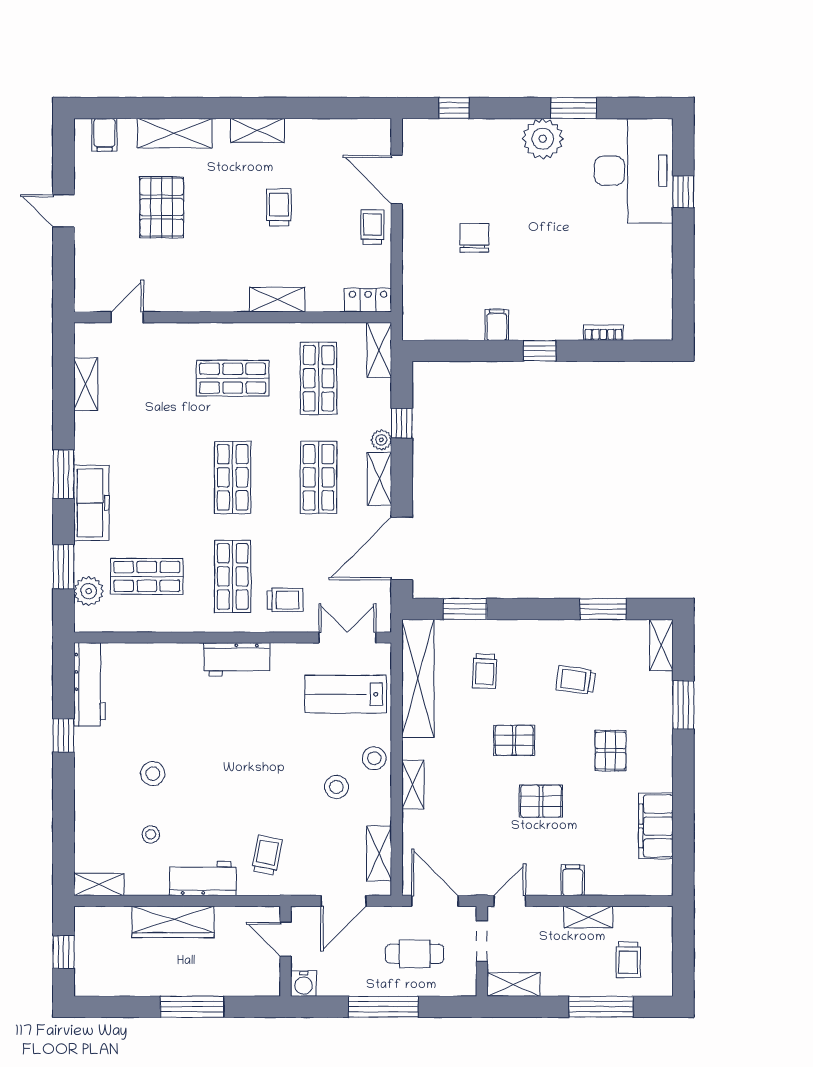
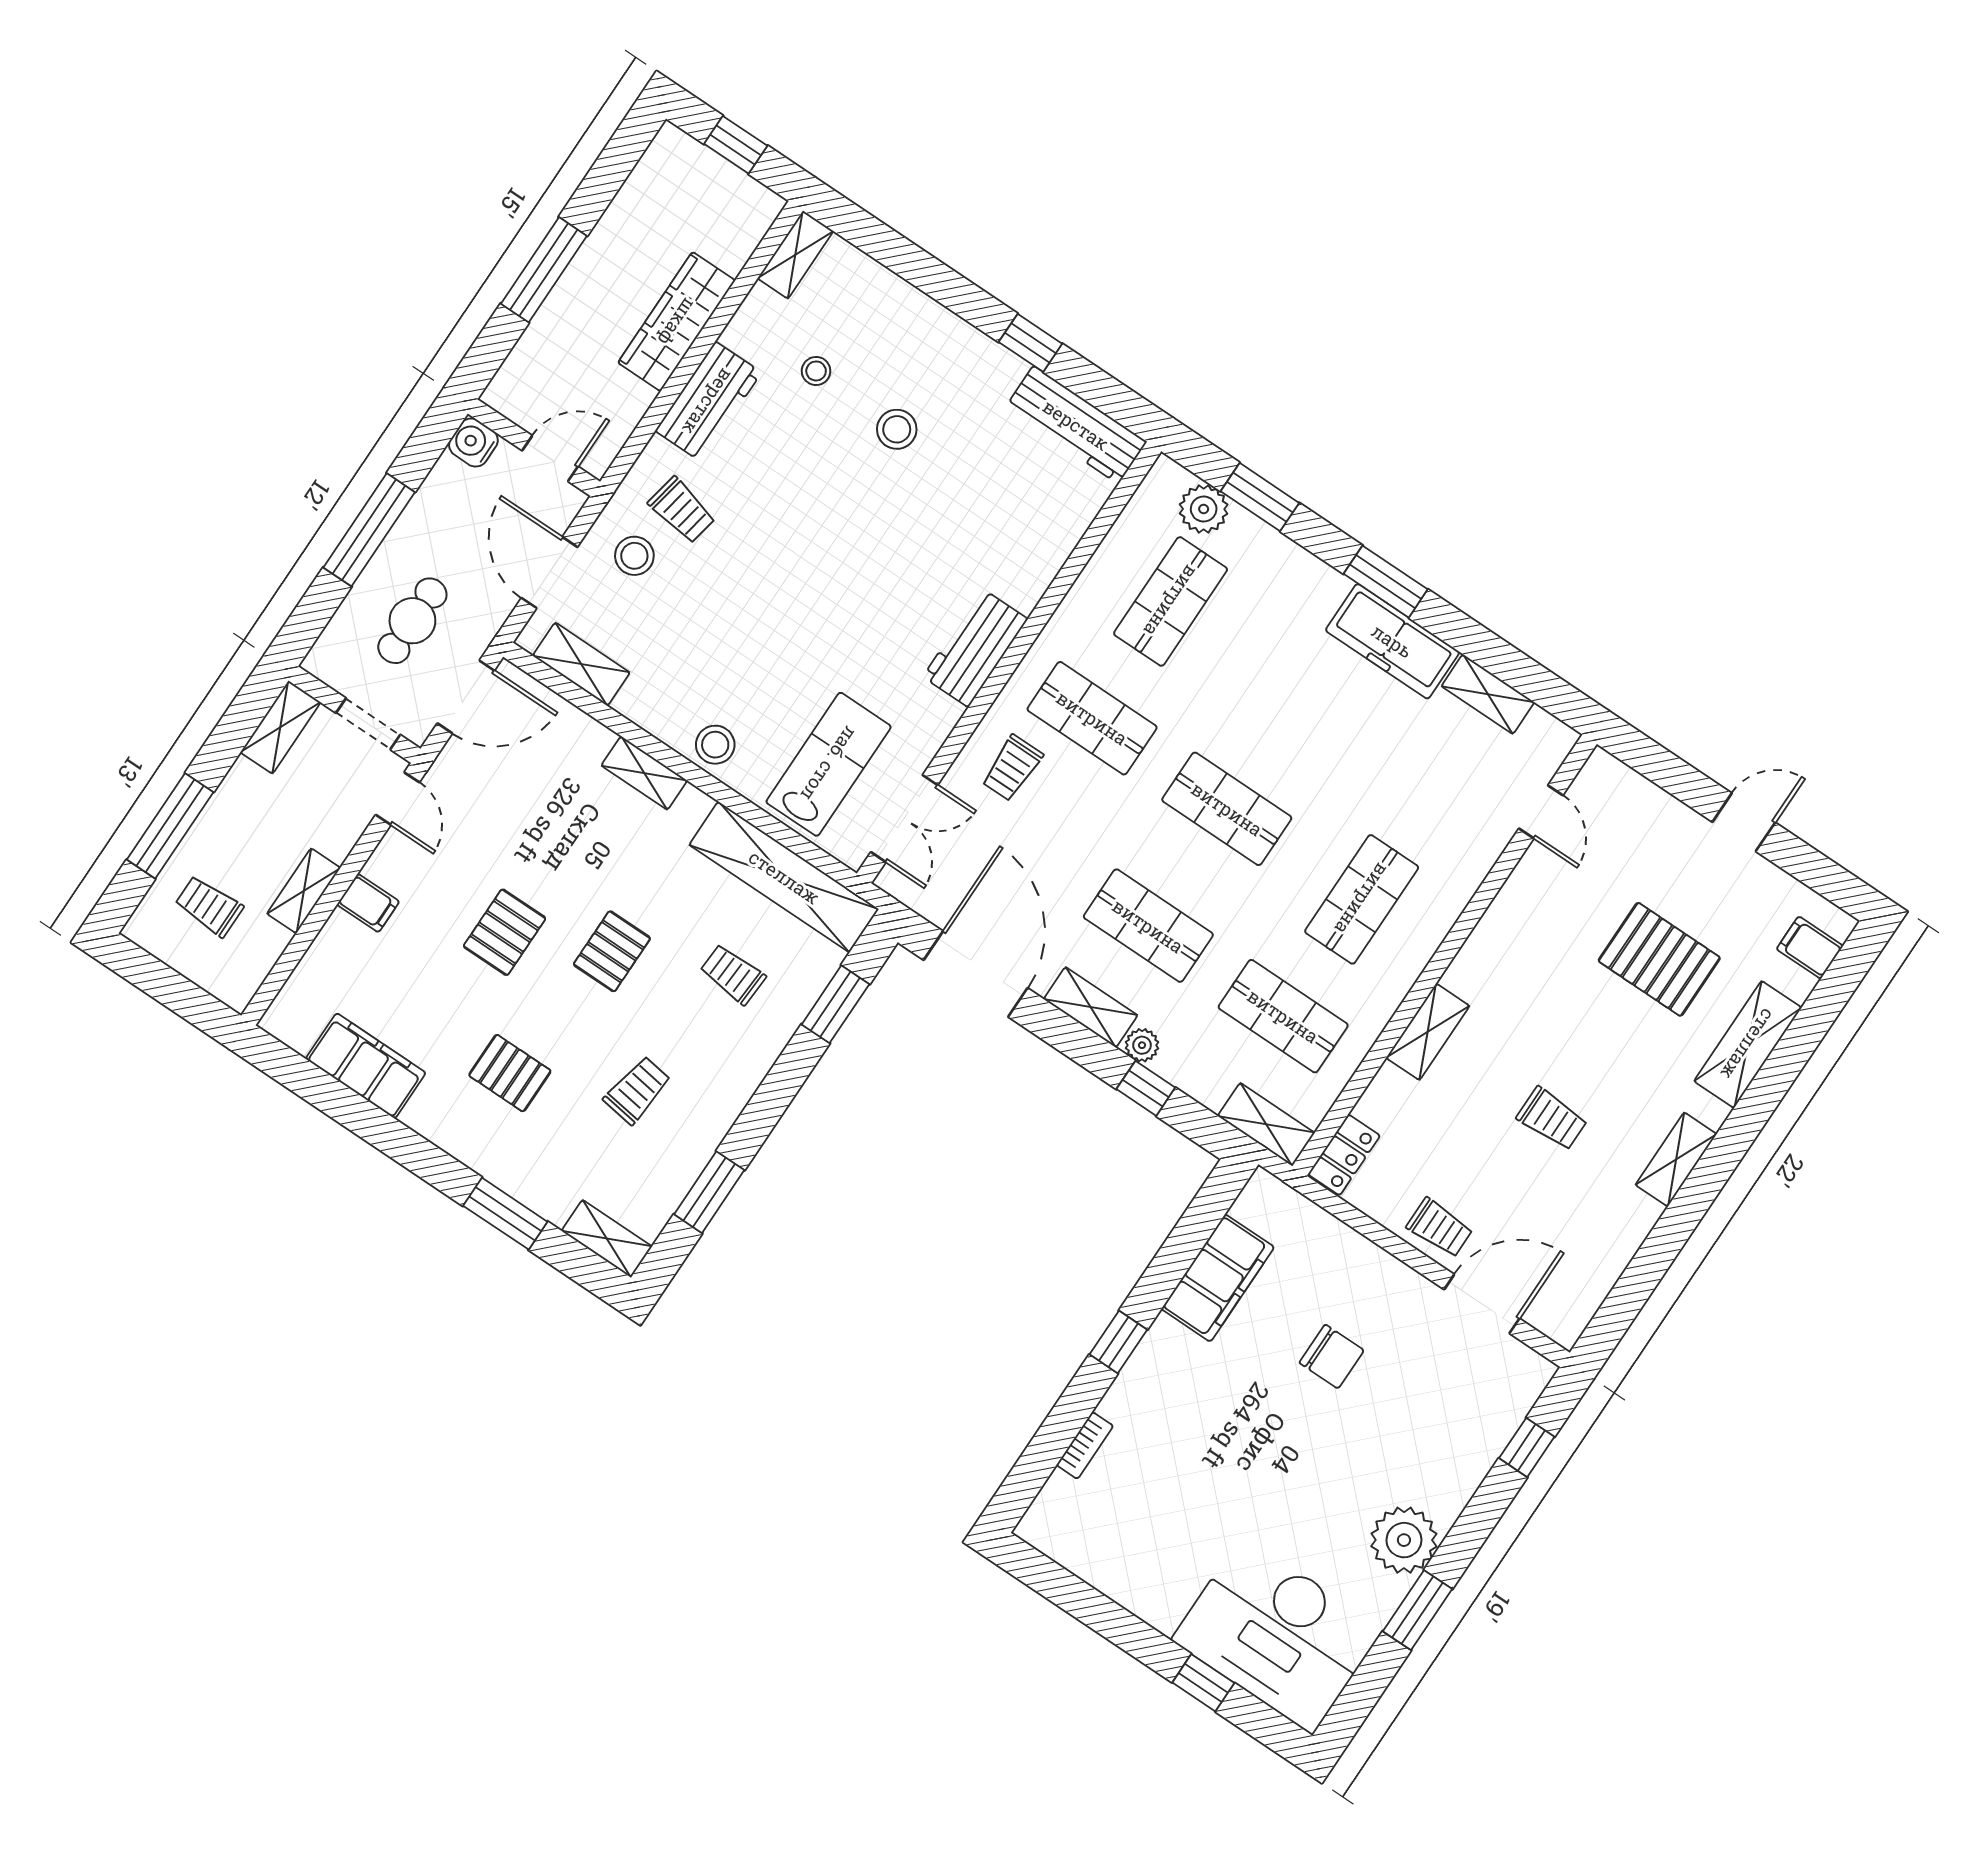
filing cabinet: (497, 325) -> (1218, 1278), width x3.00, depth x1.17
freezer: (91, 503) -> (1392, 641), moved
stool: (336, 787) -> (634, 556), moved

